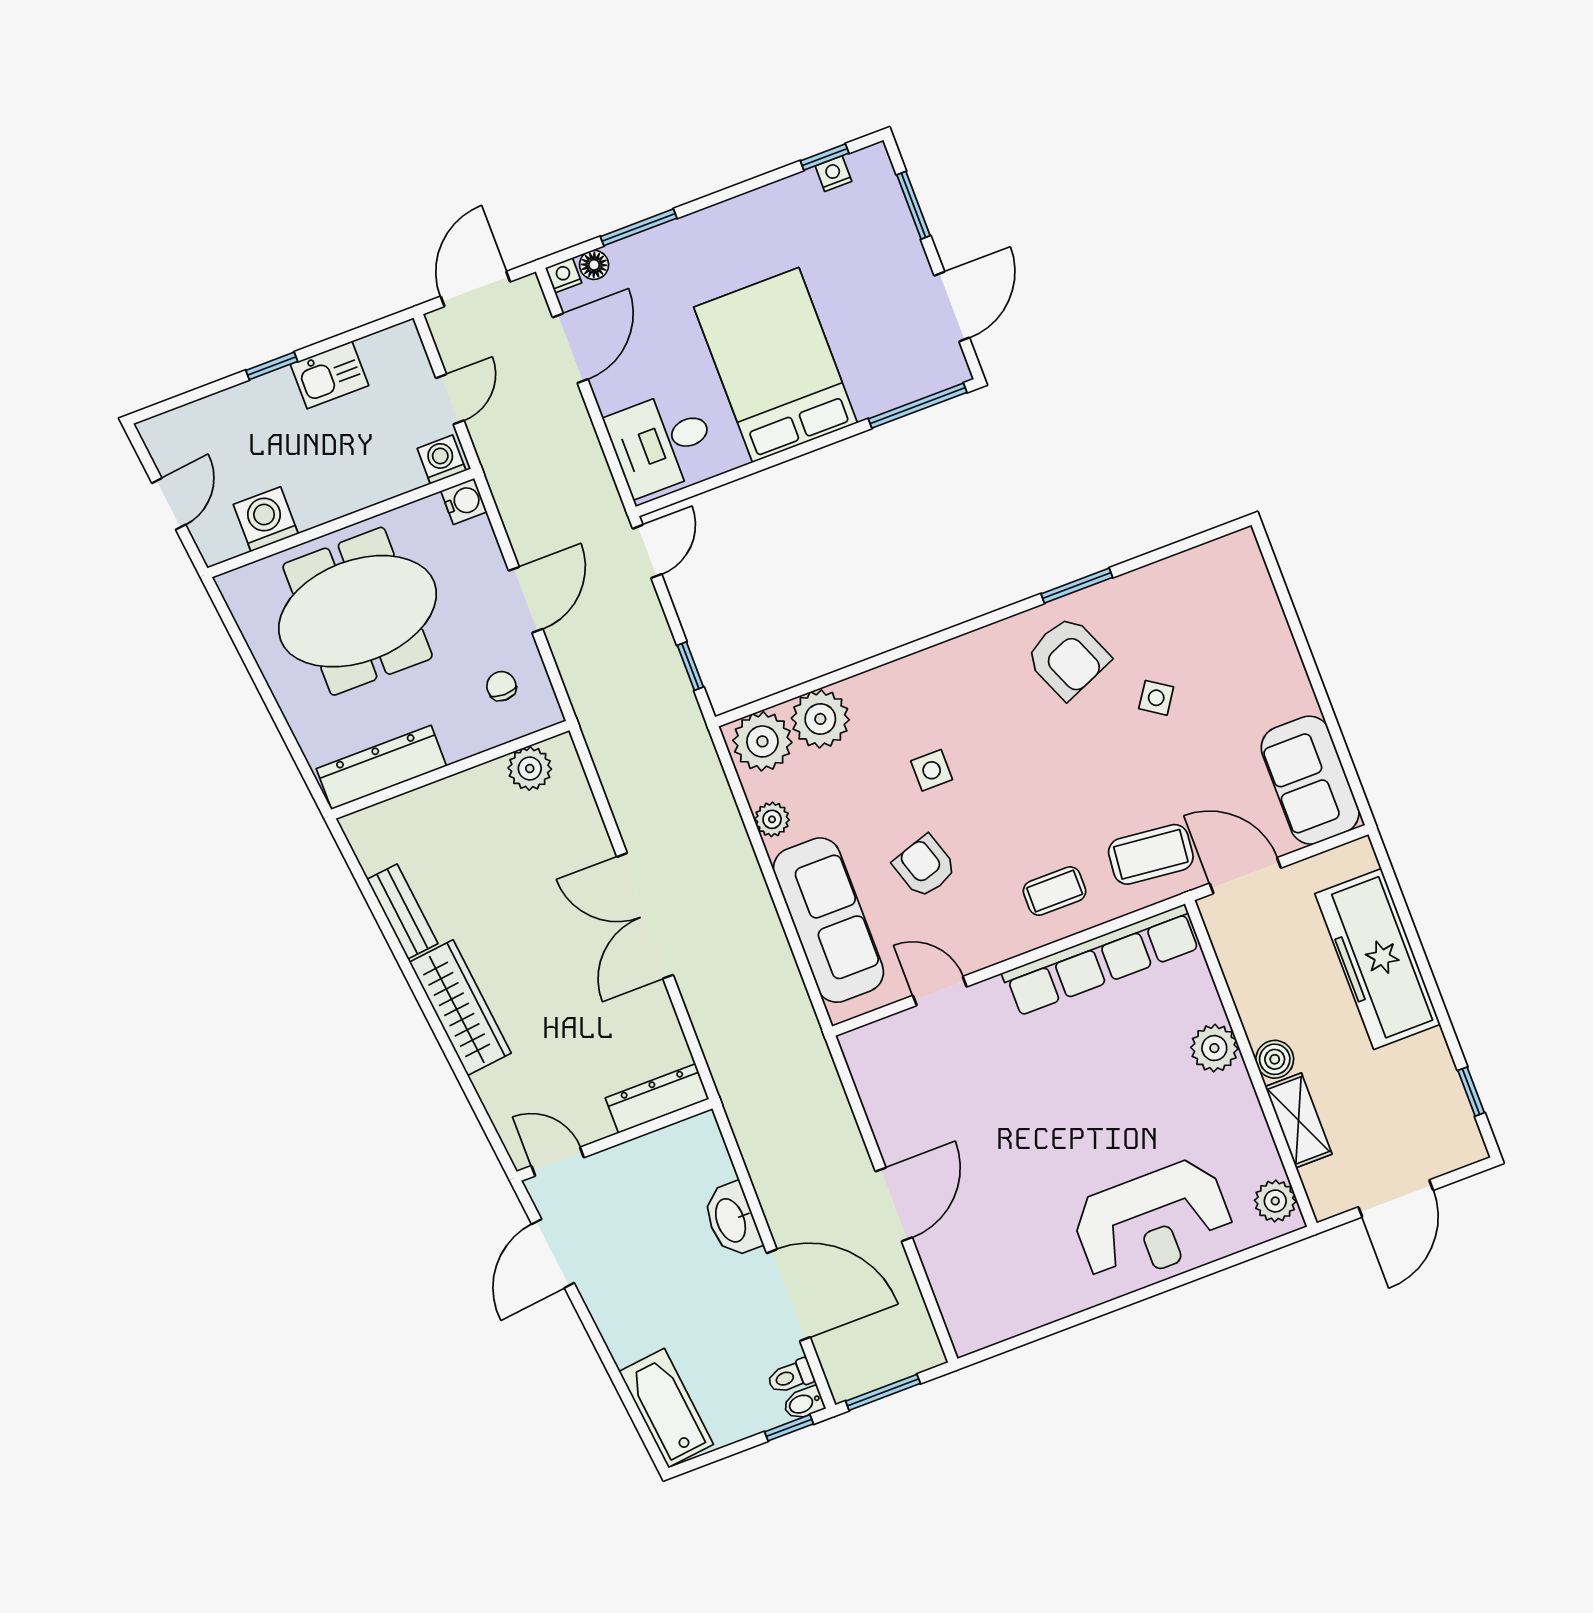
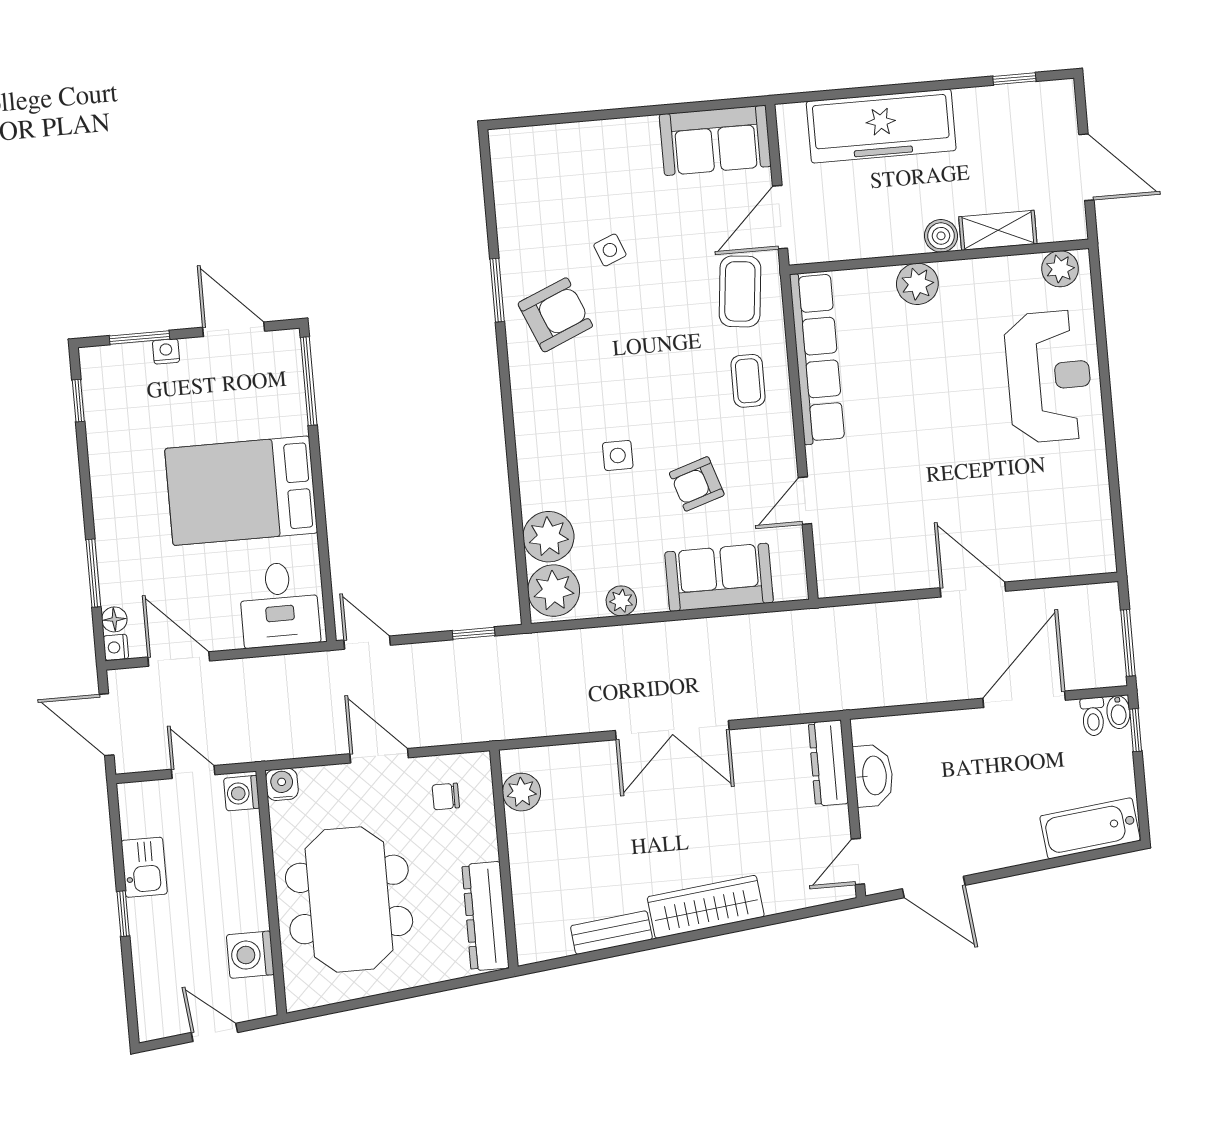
nightstand: (833, 174) -> (166, 351), moved, turned 90
side table: (1156, 698) -> (610, 250), turned 34
sofa: (828, 920) -> (719, 577), width x0.73
washbasin: (732, 1220) -> (873, 776), moved, turned -90

